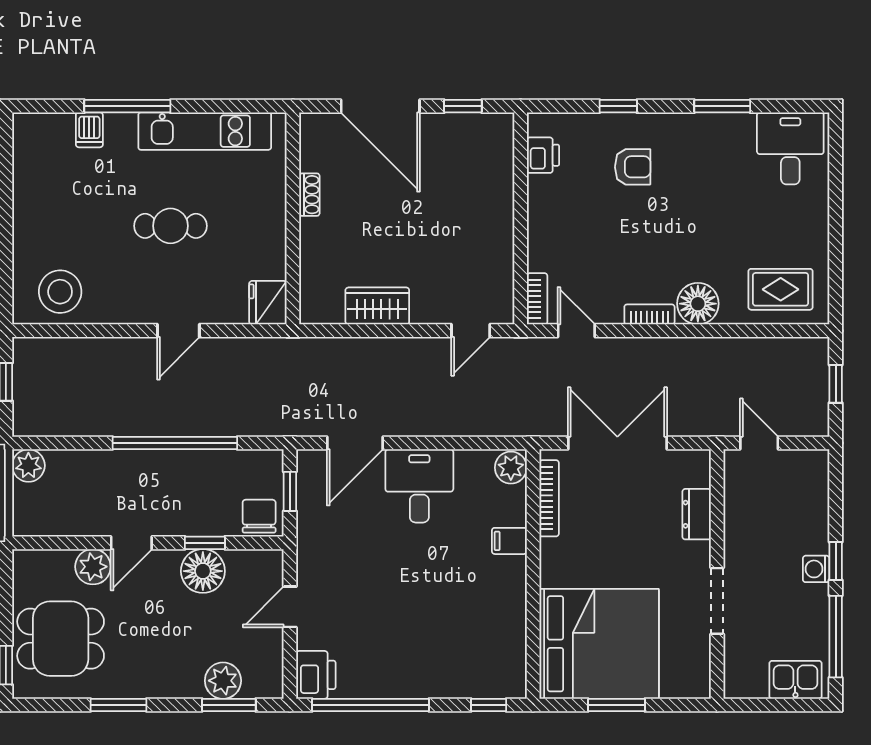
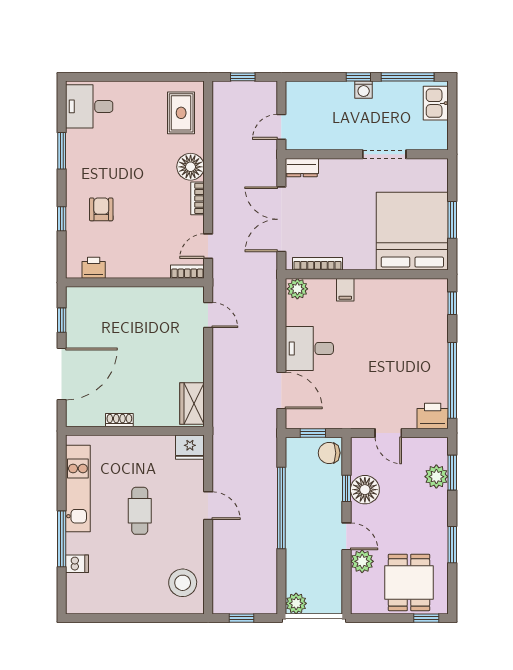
wardrobe: (377, 306) -> (192, 403), moved
dresser: (697, 514) -> (302, 168), moved

